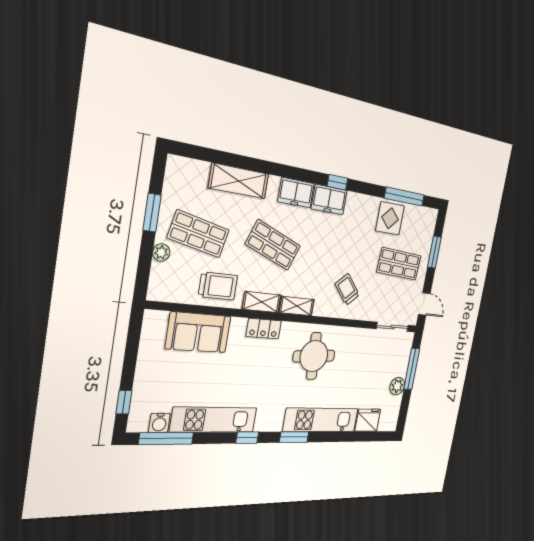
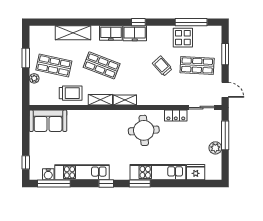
trolley: (347, 289) -> (162, 66), moved
locker: (264, 329) -> (176, 116), moved
sofa: (198, 332) -> (48, 121), moved

